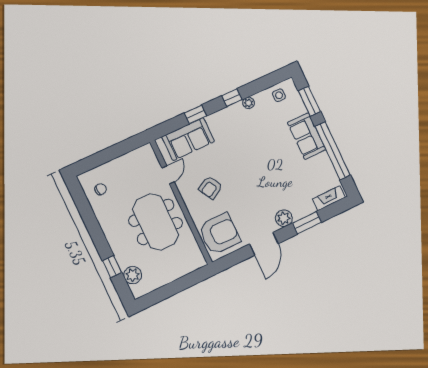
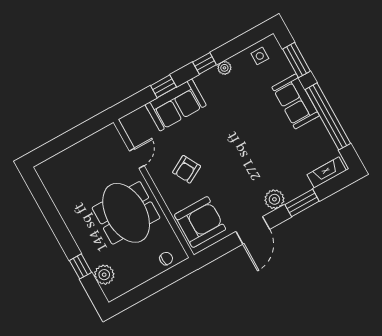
sofa: (188, 139) -> (176, 105), moved
chair: (101, 189) -> (166, 258), moved

